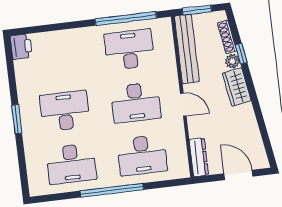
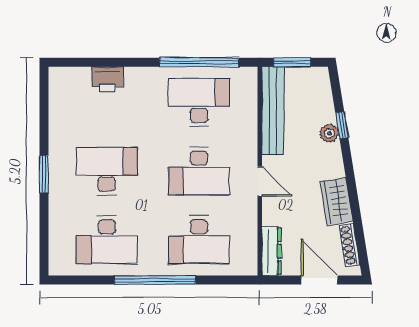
shoe rack: (227, 37) -> (350, 245), moved
printer: (21, 47) -> (107, 79), moved, turned 90
wardrobe: (237, 87) -> (337, 201), moved

